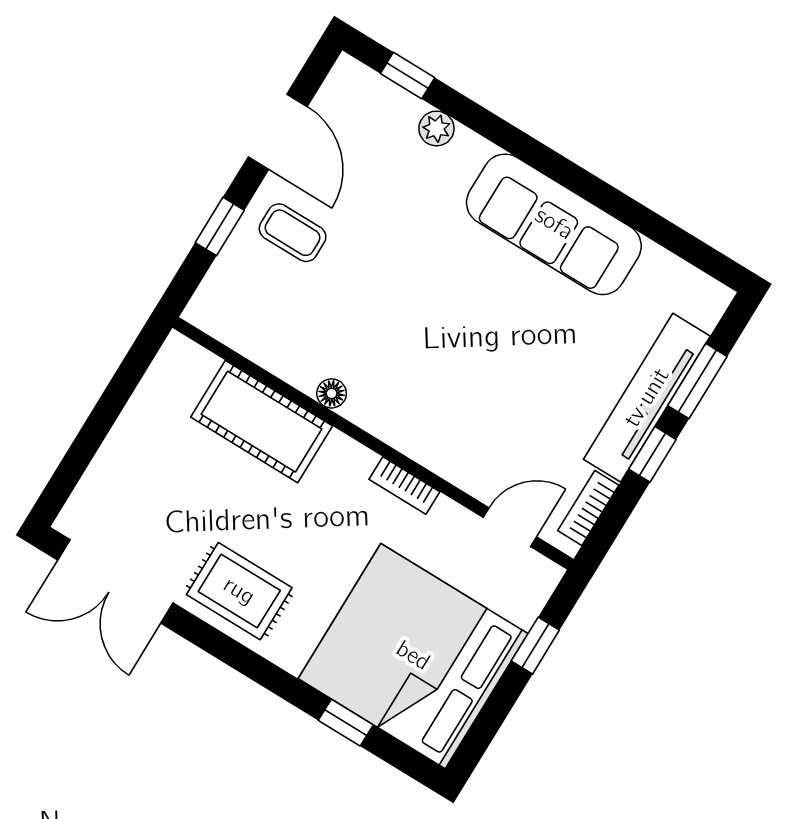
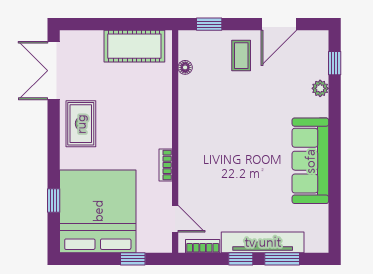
window: (220, 226) -> (209, 24), moved
floor lamp: (332, 393) -> (185, 67), moved
cot: (262, 422) -> (134, 46), moved, turned 90

